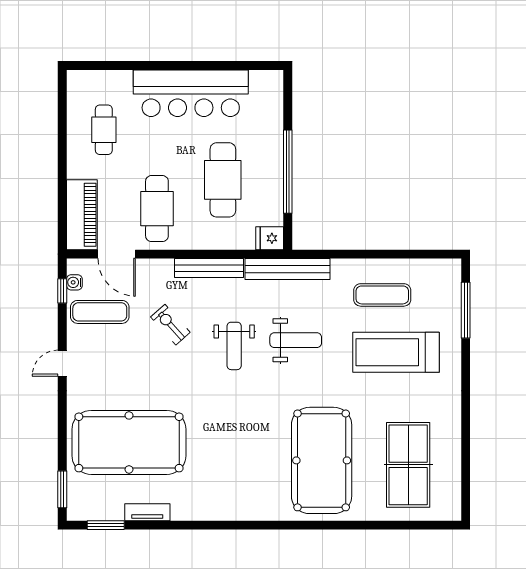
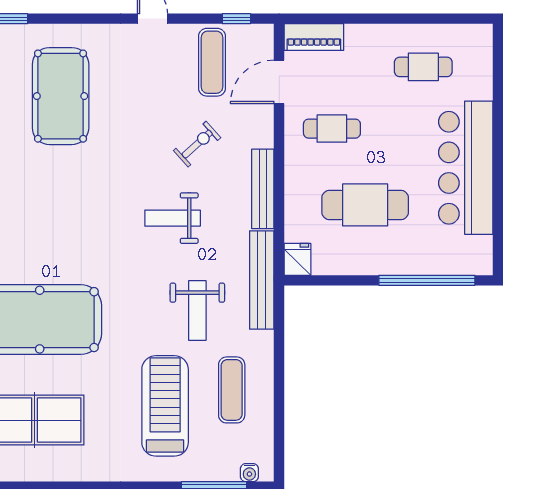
window: (288, 172) -> (427, 280), moved
cafe table: (157, 209) -> (332, 129), width x0.73, depth x0.74
piano: (82, 215) -> (314, 37), width x0.73, depth x0.75
water cooler: (74, 282) -> (249, 473), moved, turned 180
weight bench: (296, 340) -> (197, 311), moved
pool table: (129, 442) -> (61, 96), width x0.73, depth x0.76

